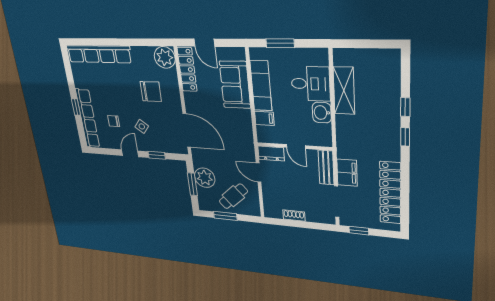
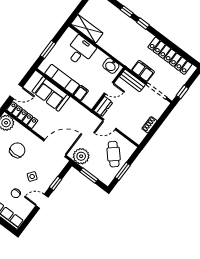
shelving: (344, 91) -> (87, 29), moved
washbasin: (322, 113) -> (111, 66), moved
door: (130, 153) -> (42, 201), hinge flipped
plant: (205, 178) -> (81, 156), moved

